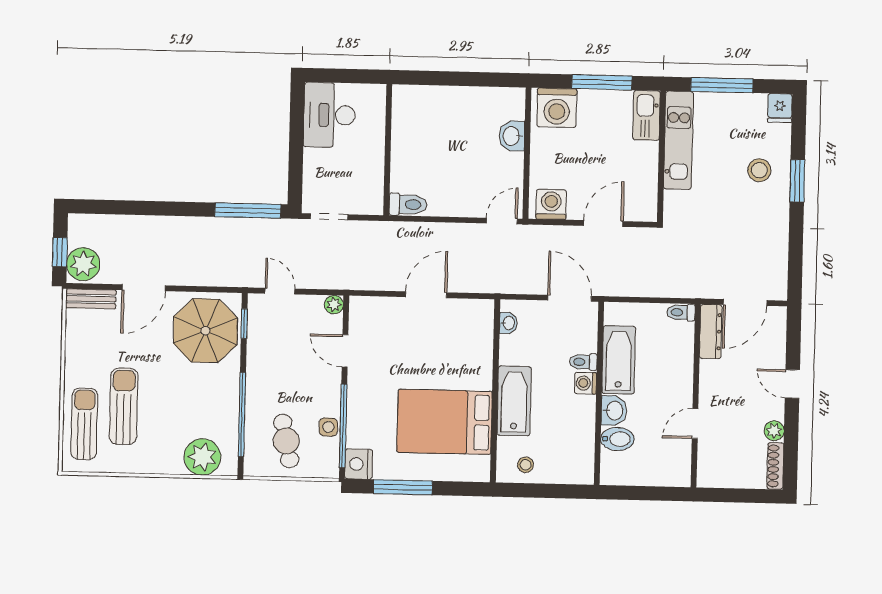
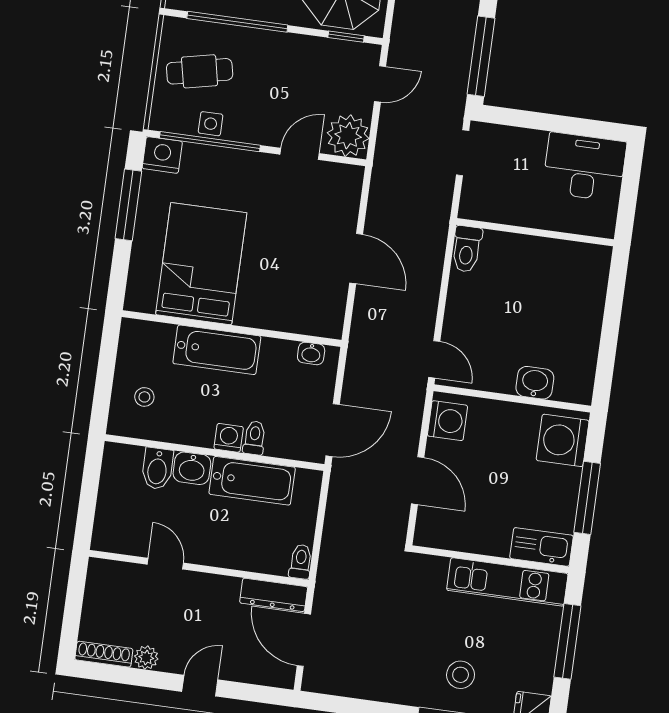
plant: (334, 305) -> (348, 136), width x1.88, depth x1.88
stool: (526, 465) -> (144, 397), moved

